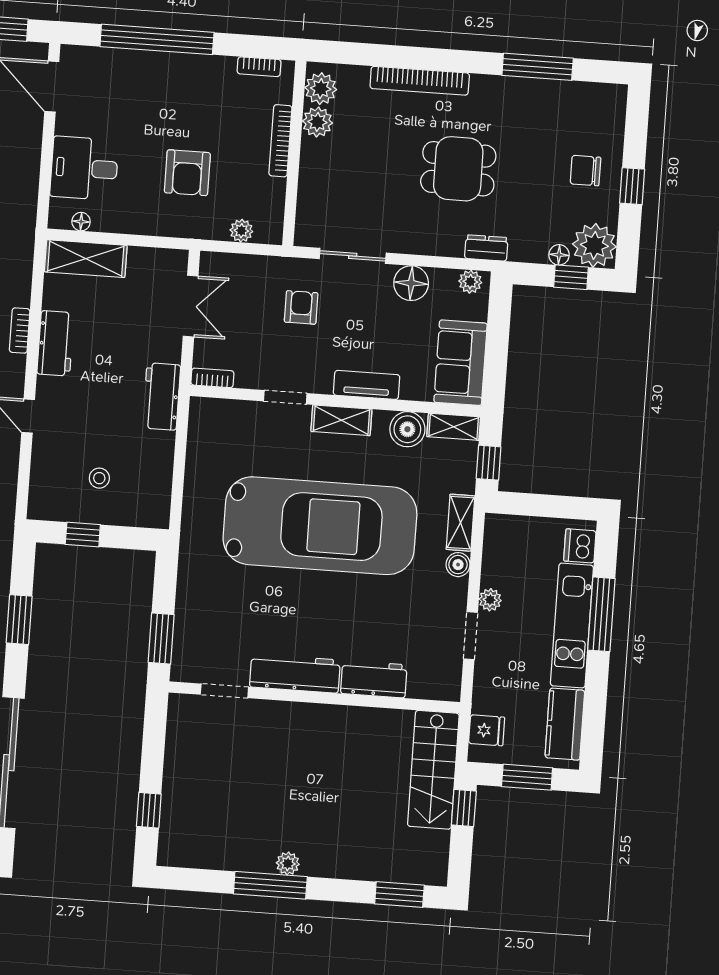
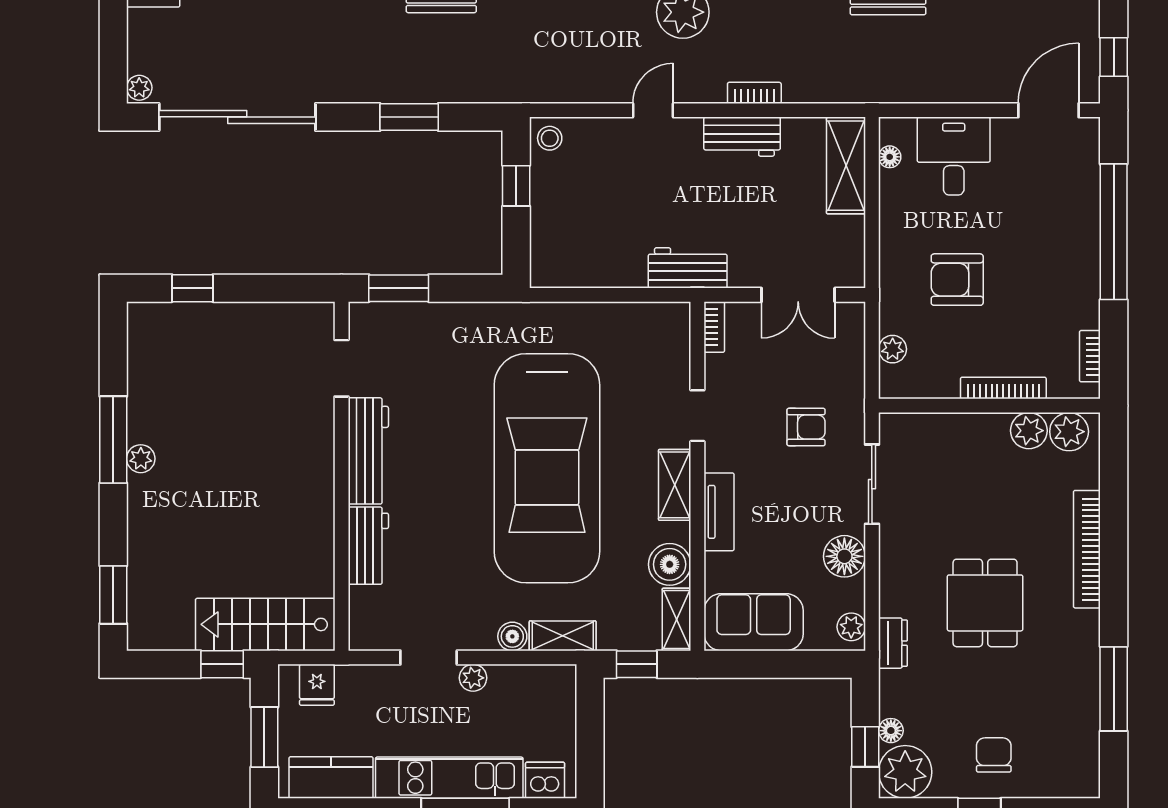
stool: (99, 478) -> (550, 138), moved

